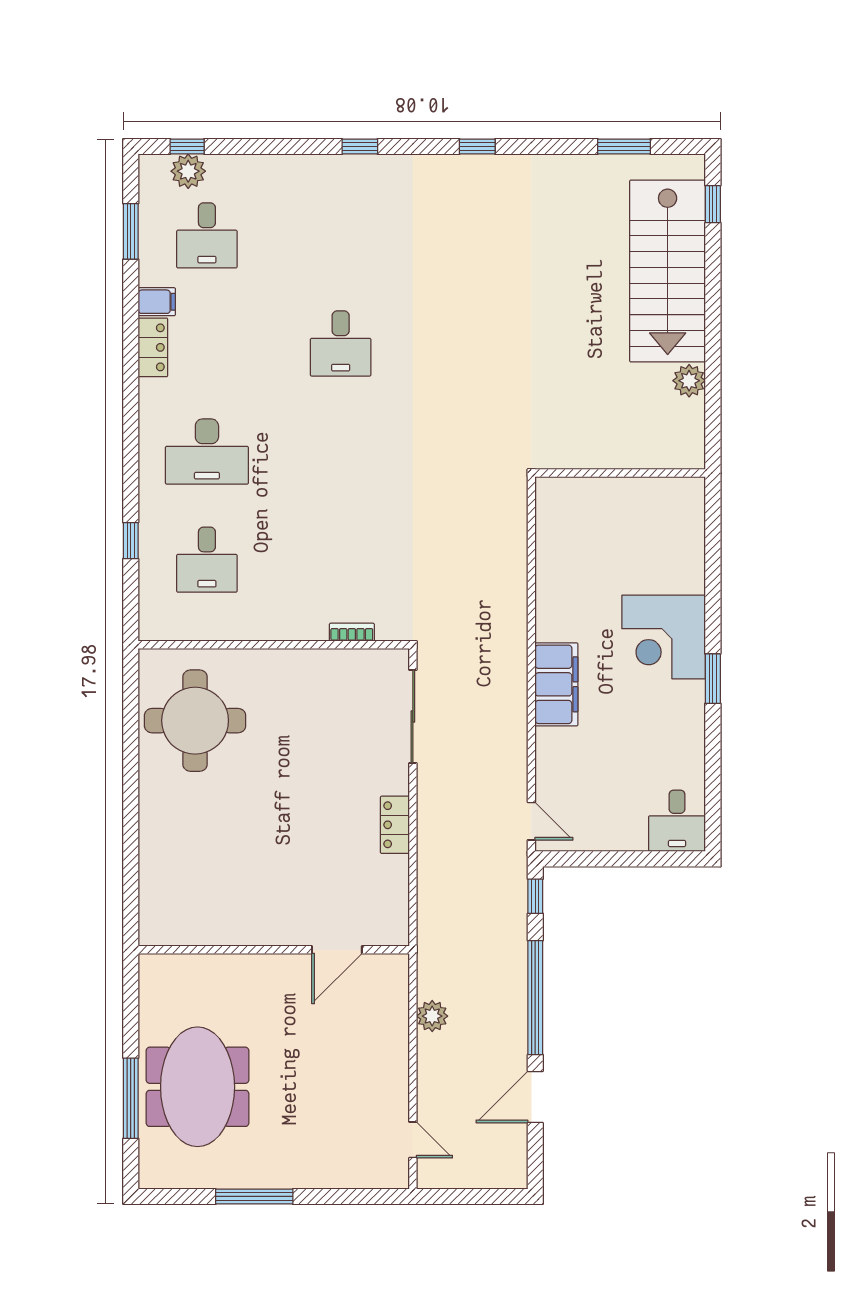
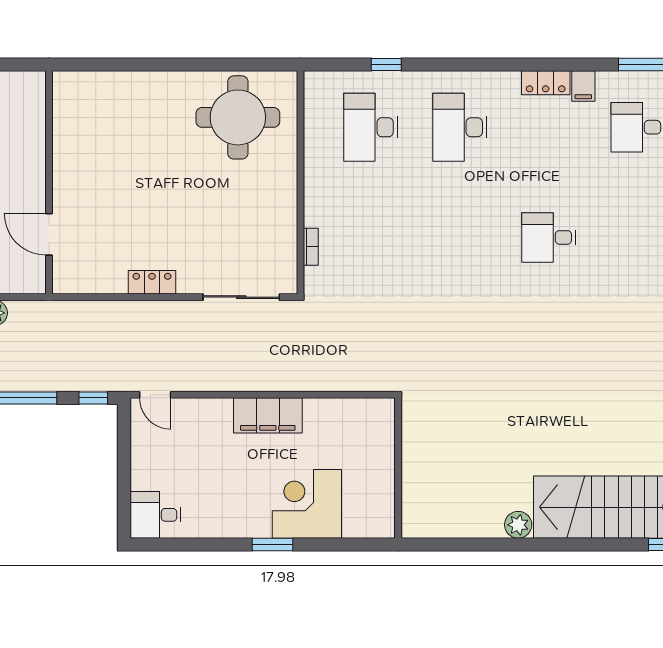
wall: (620, 473) -> (398, 468), moved
desk: (207, 560) -> (371, 127), width x1.37
door: (531, 821) -> (155, 395), hinge flipped

